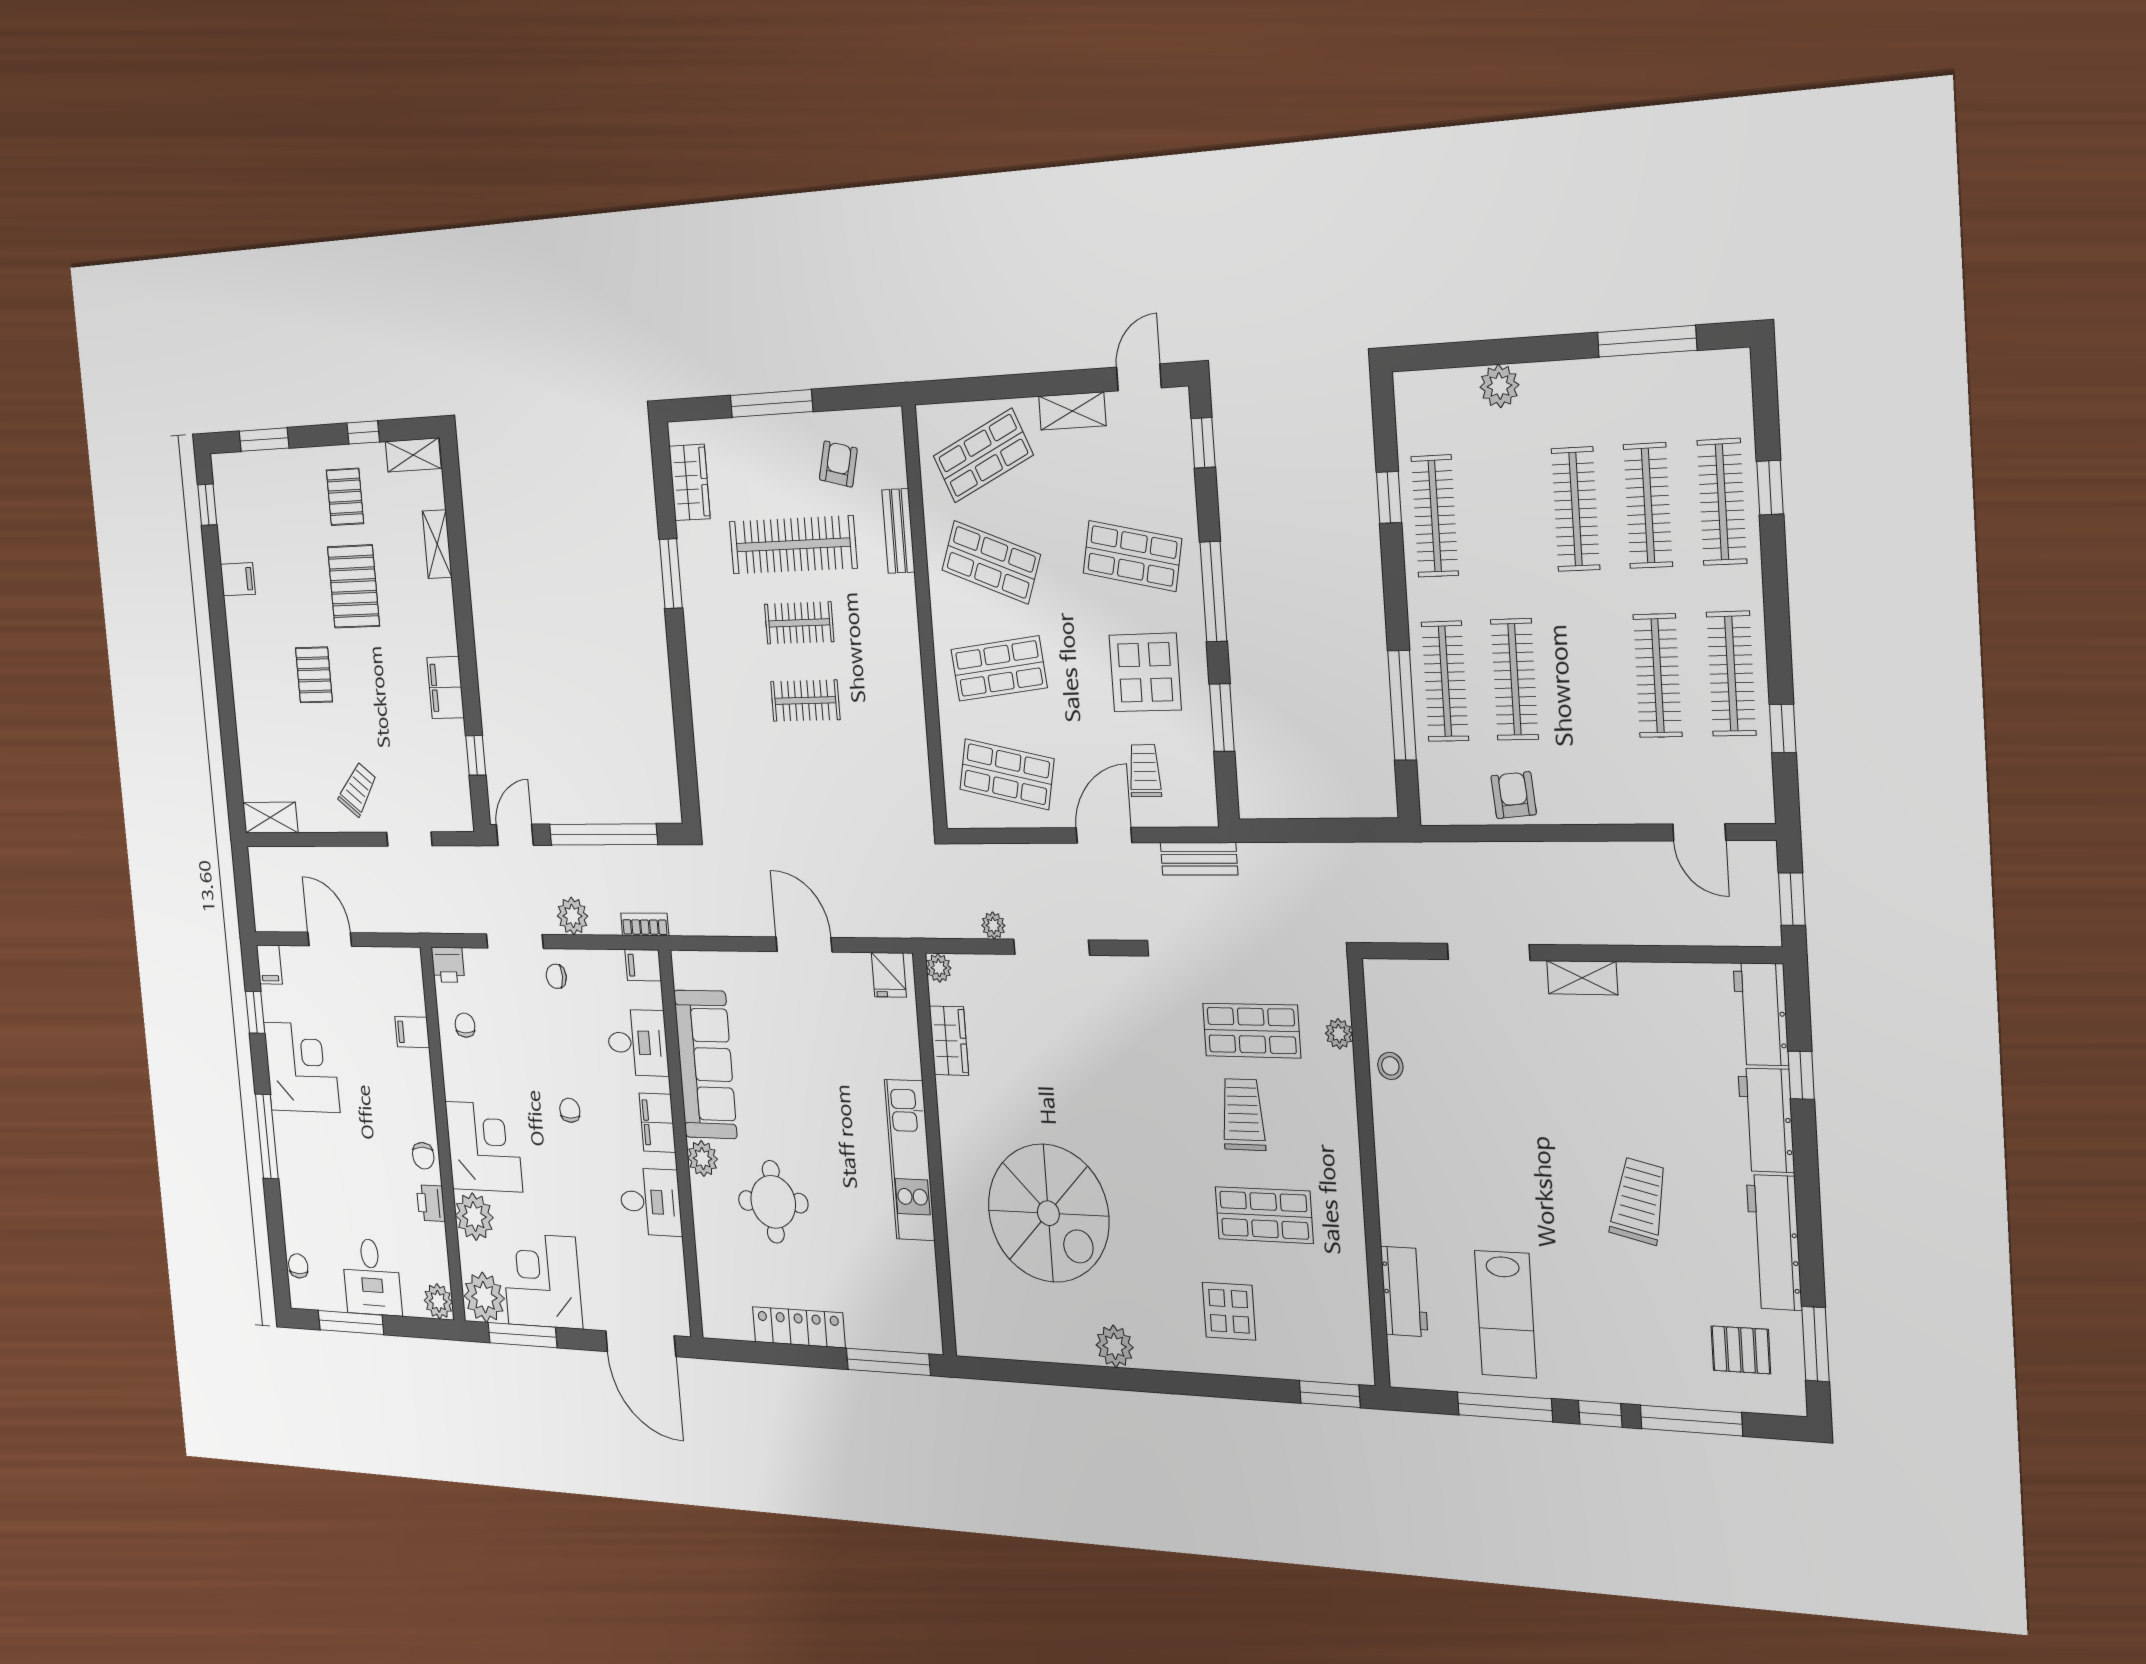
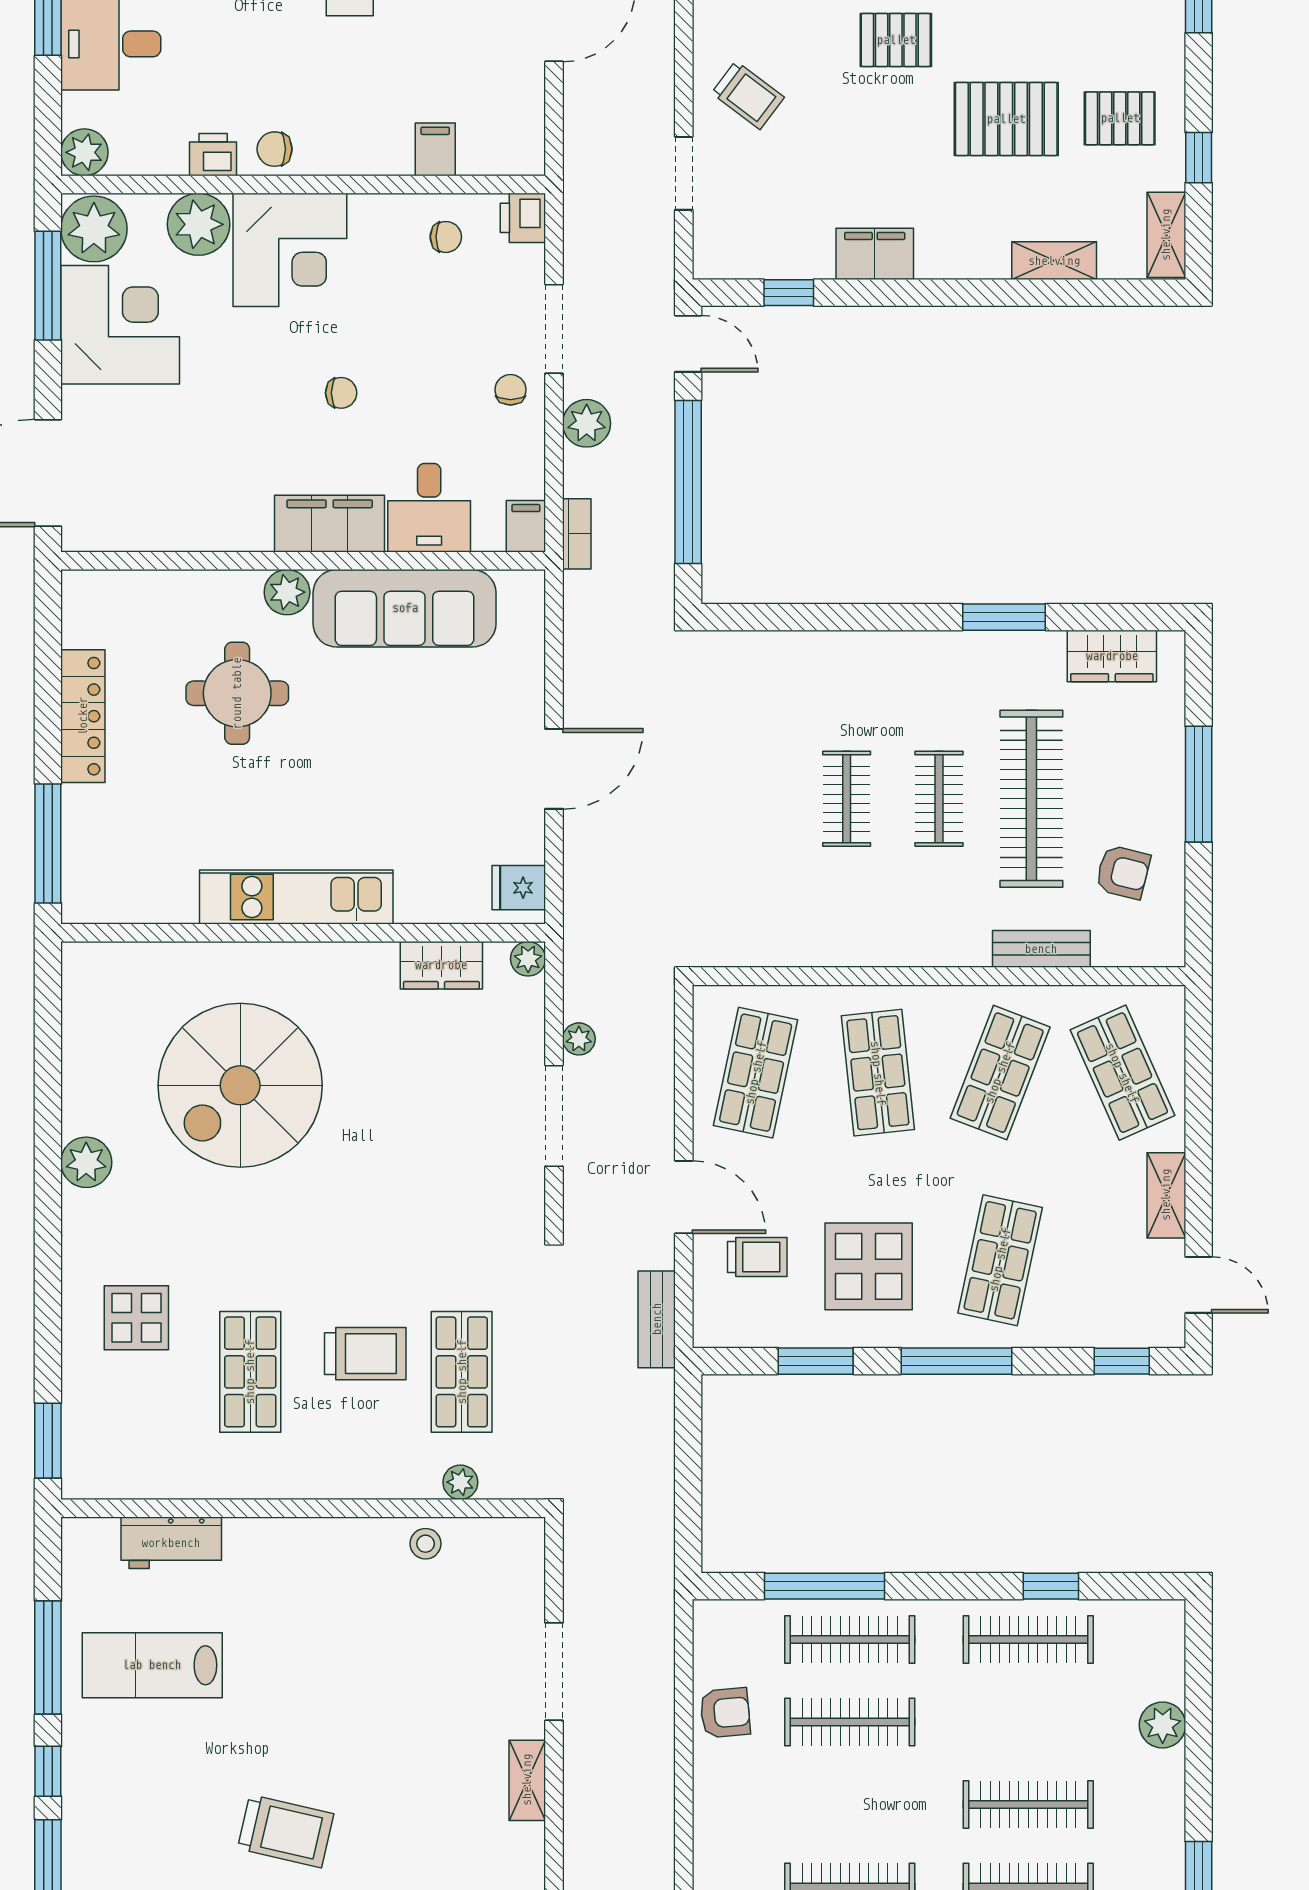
filing cabinet: (657, 1123) -> (330, 524), width x1.50, depth x1.17
desk: (651, 1202) -> (229, 507), removed

